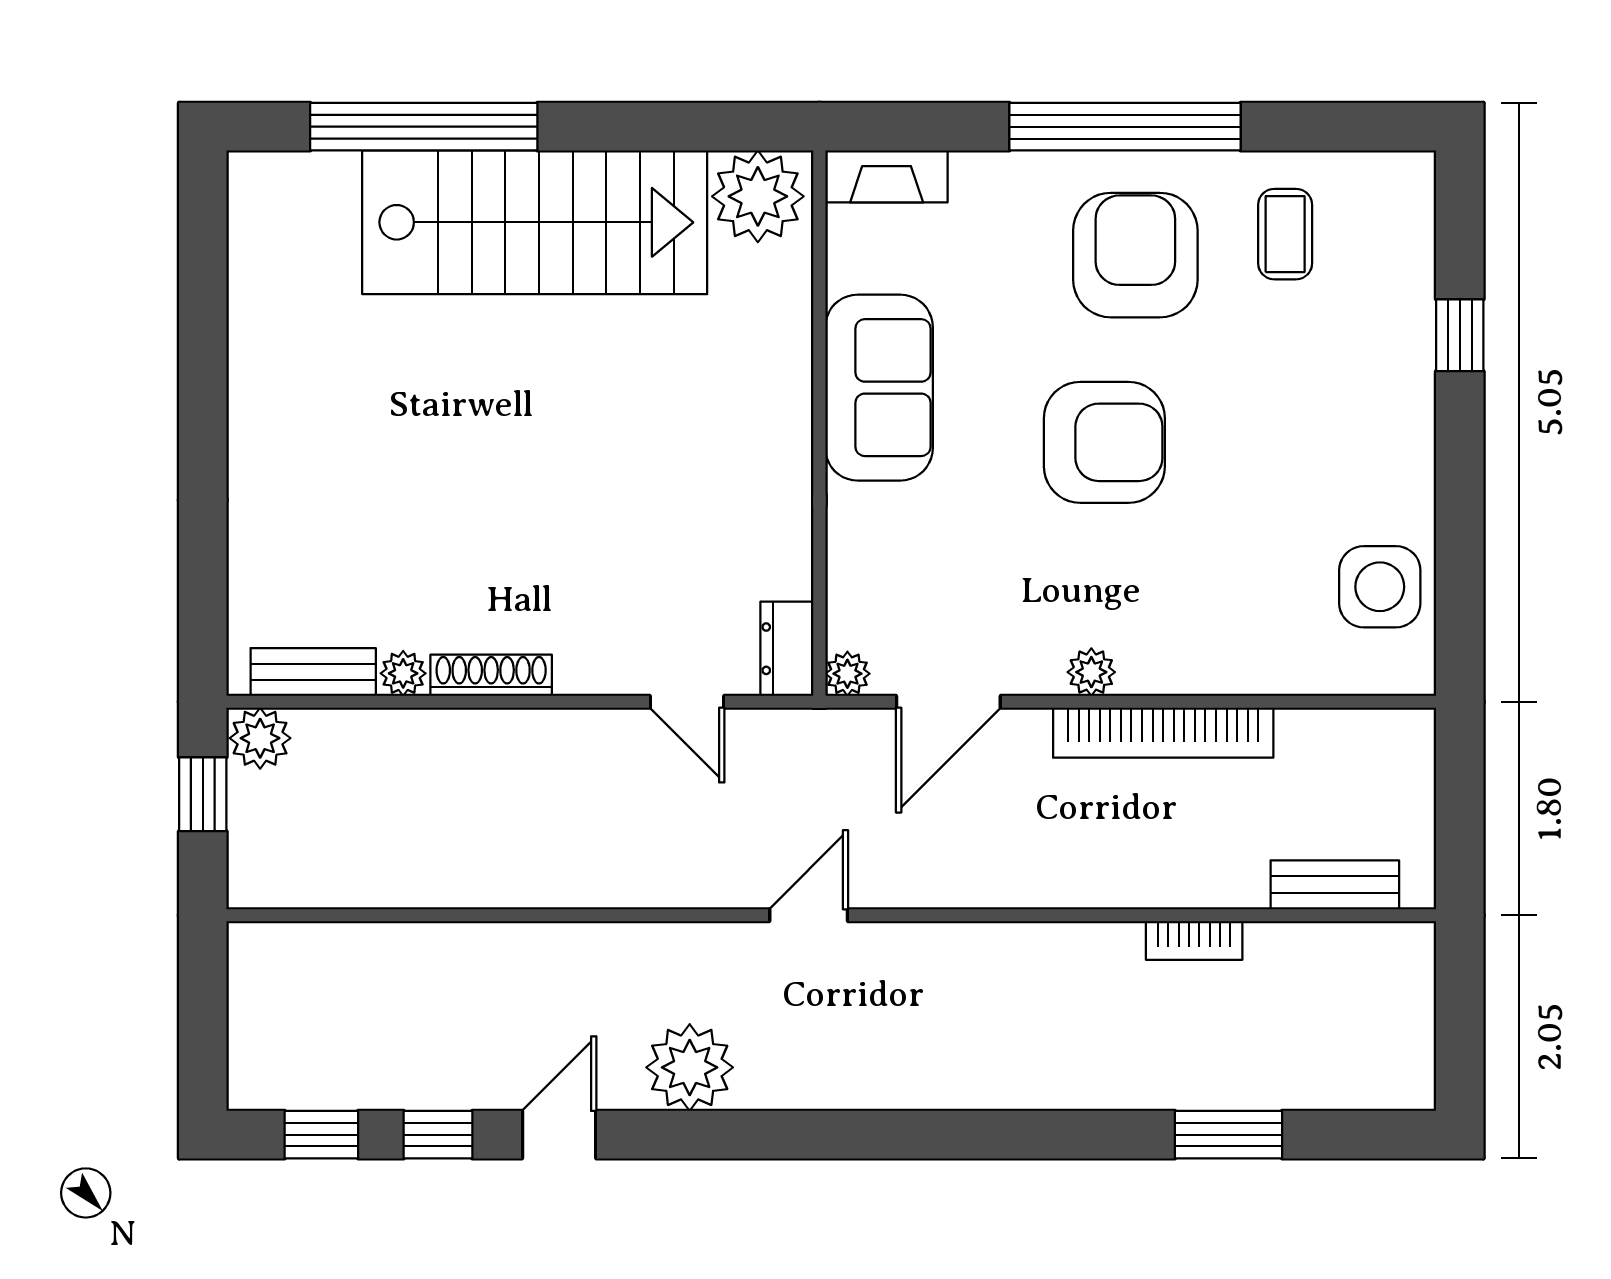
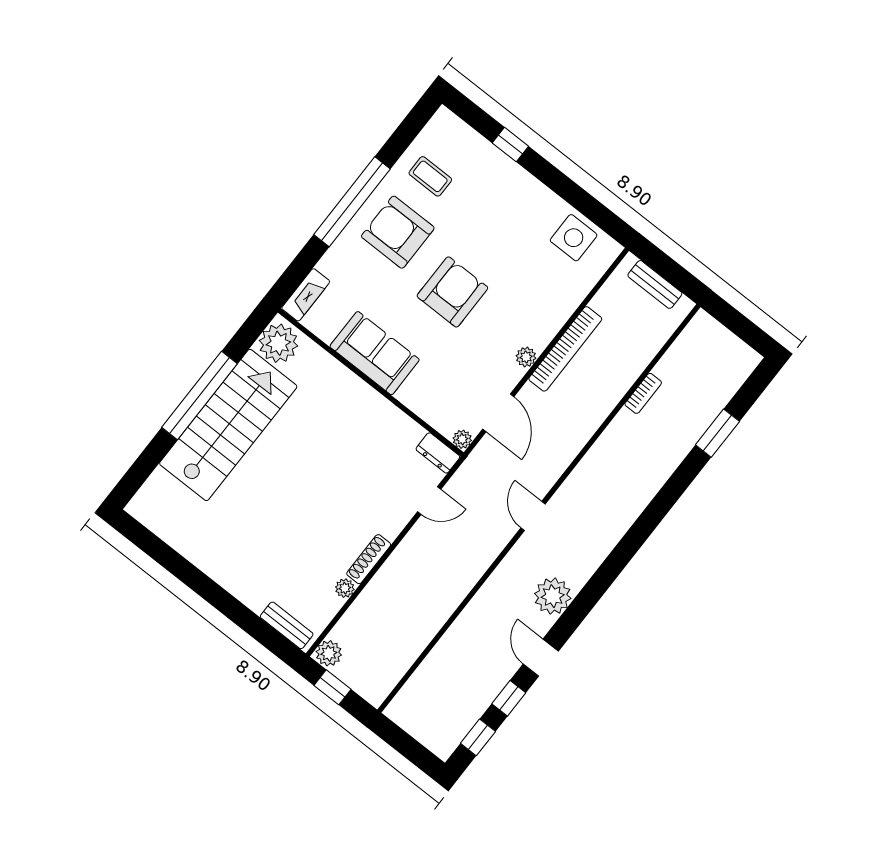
window: (424, 127) -> (199, 396), moved
bench: (313, 672) -> (287, 625), moved, turned 90
bench: (1335, 885) -> (655, 284), moved, turned 90

